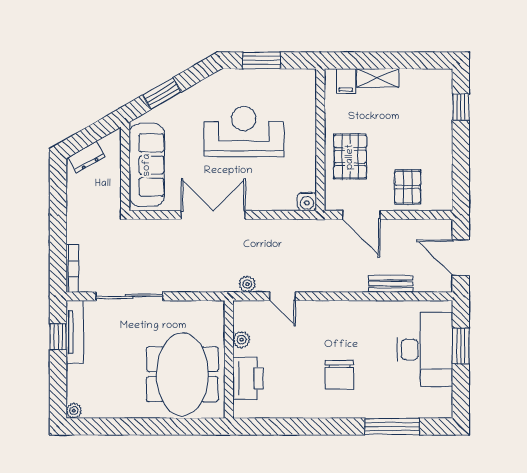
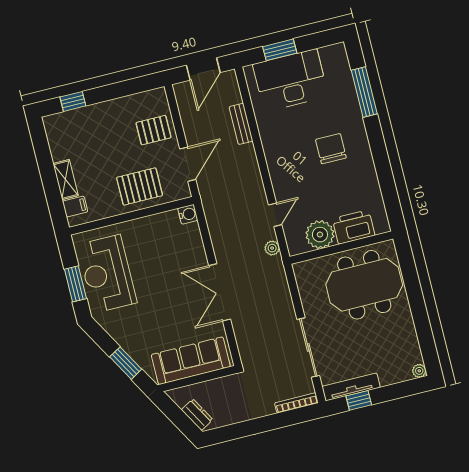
reception desk: (244, 132) -> (107, 274), moved
plant: (241, 340) -> (320, 235), width x1.88, depth x1.88
chair: (339, 375) -> (331, 149), turned -90

